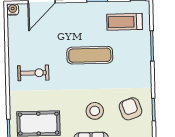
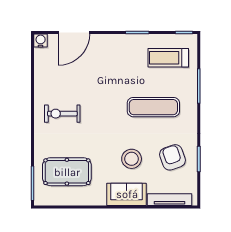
exercise mat: (90, 55) -> (153, 107), moved
exercise bike: (33, 73) -> (62, 114), turned 180

